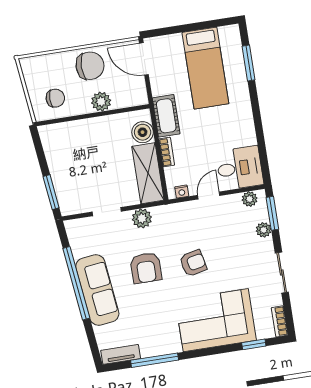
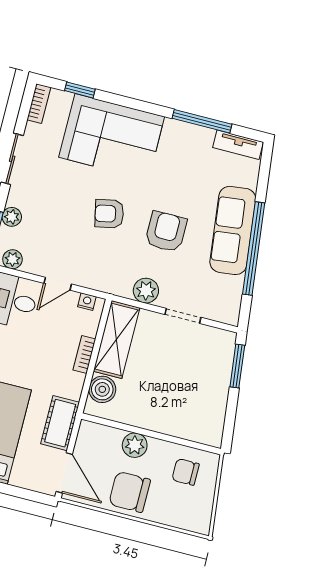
cot: (166, 116) -> (60, 423), moved

